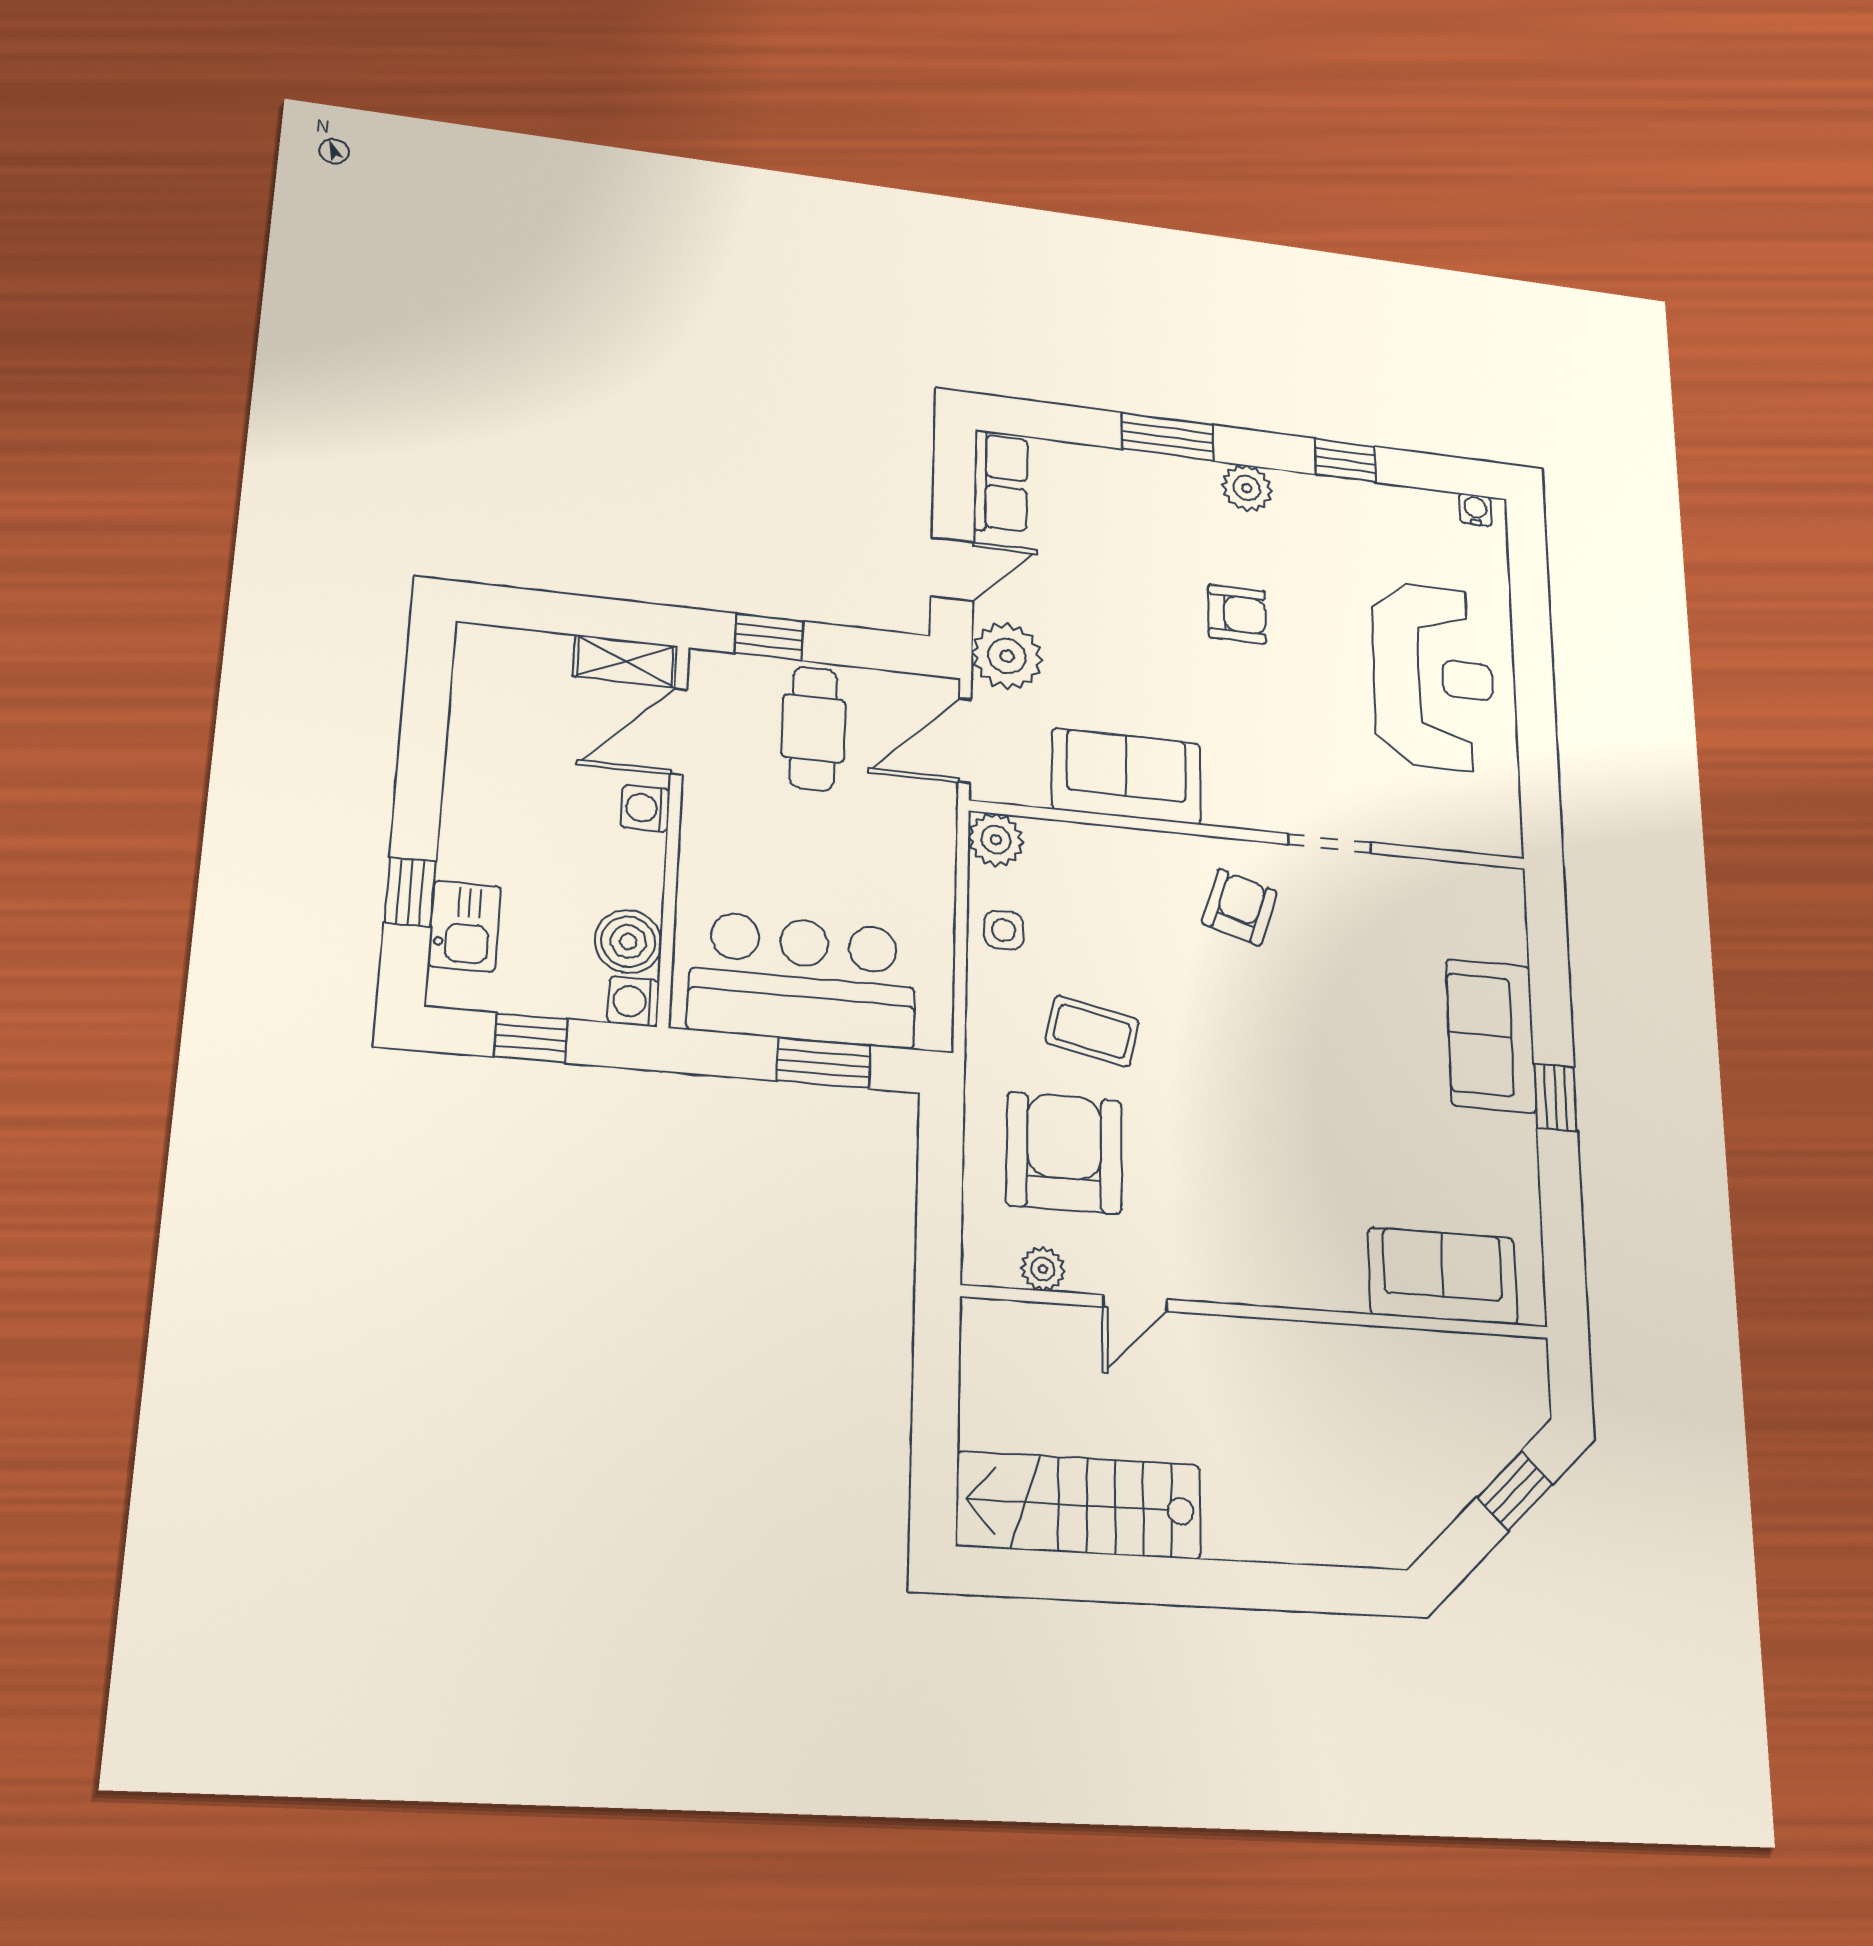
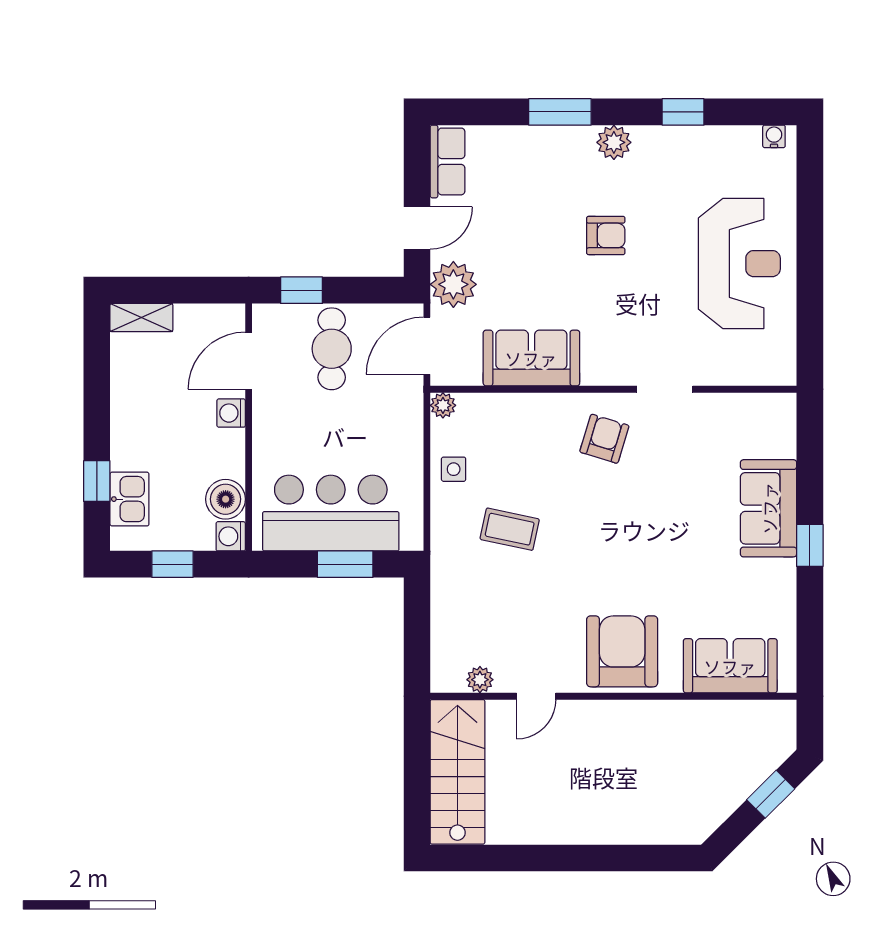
shelving: (625, 661) -> (141, 318), moved
plant: (996, 840) -> (443, 405), width x0.73, depth x0.73
armchair: (1064, 1153) -> (622, 651), moved
stairs: (1079, 1505) -> (457, 772), moved, turned 90

